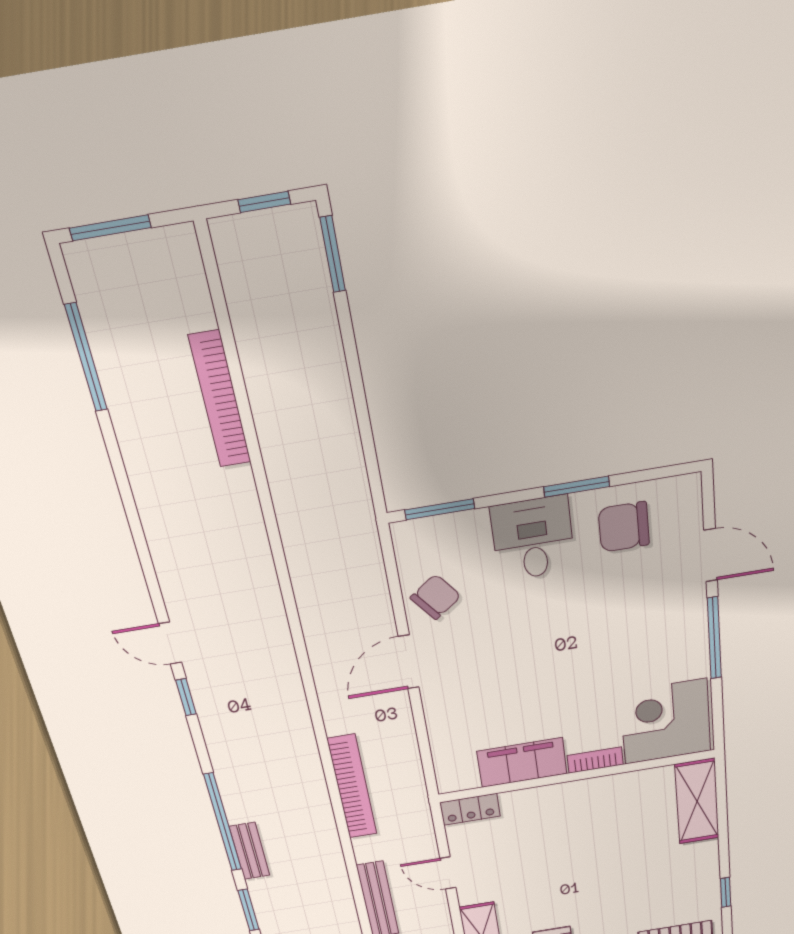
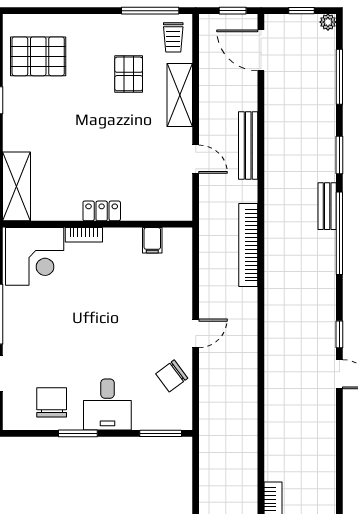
chair: (624, 527) -> (52, 402), turned -90
door: (409, 662) -> (196, 333), width x0.73
filing cabinet: (522, 763) -> (152, 240), width x0.33, depth x0.86
locker: (470, 809) -> (102, 211), moved

